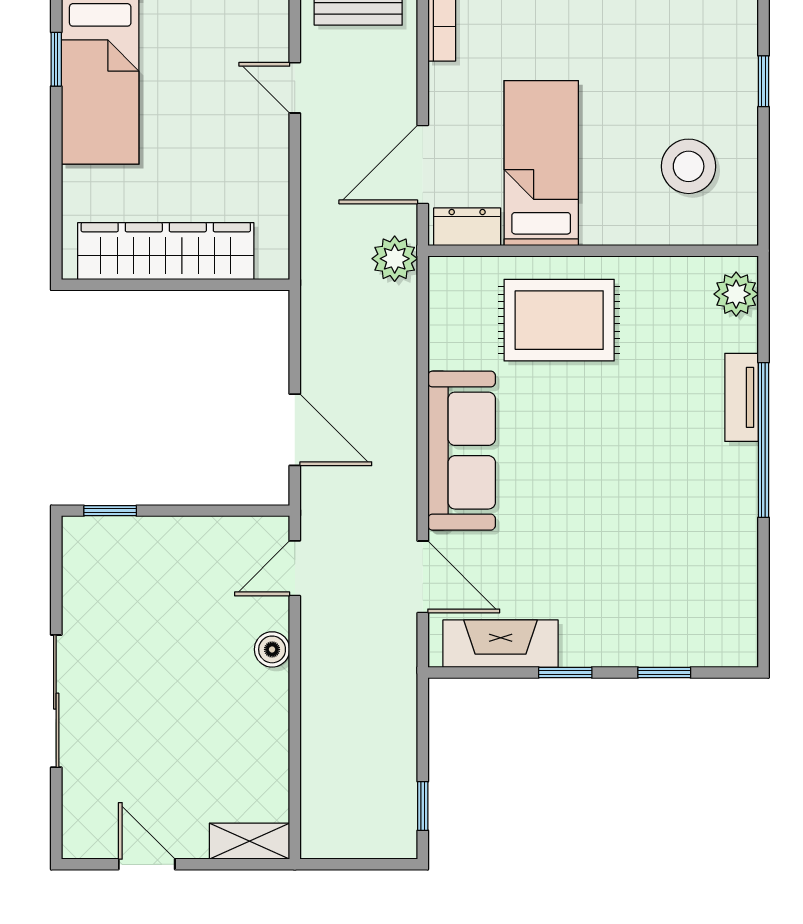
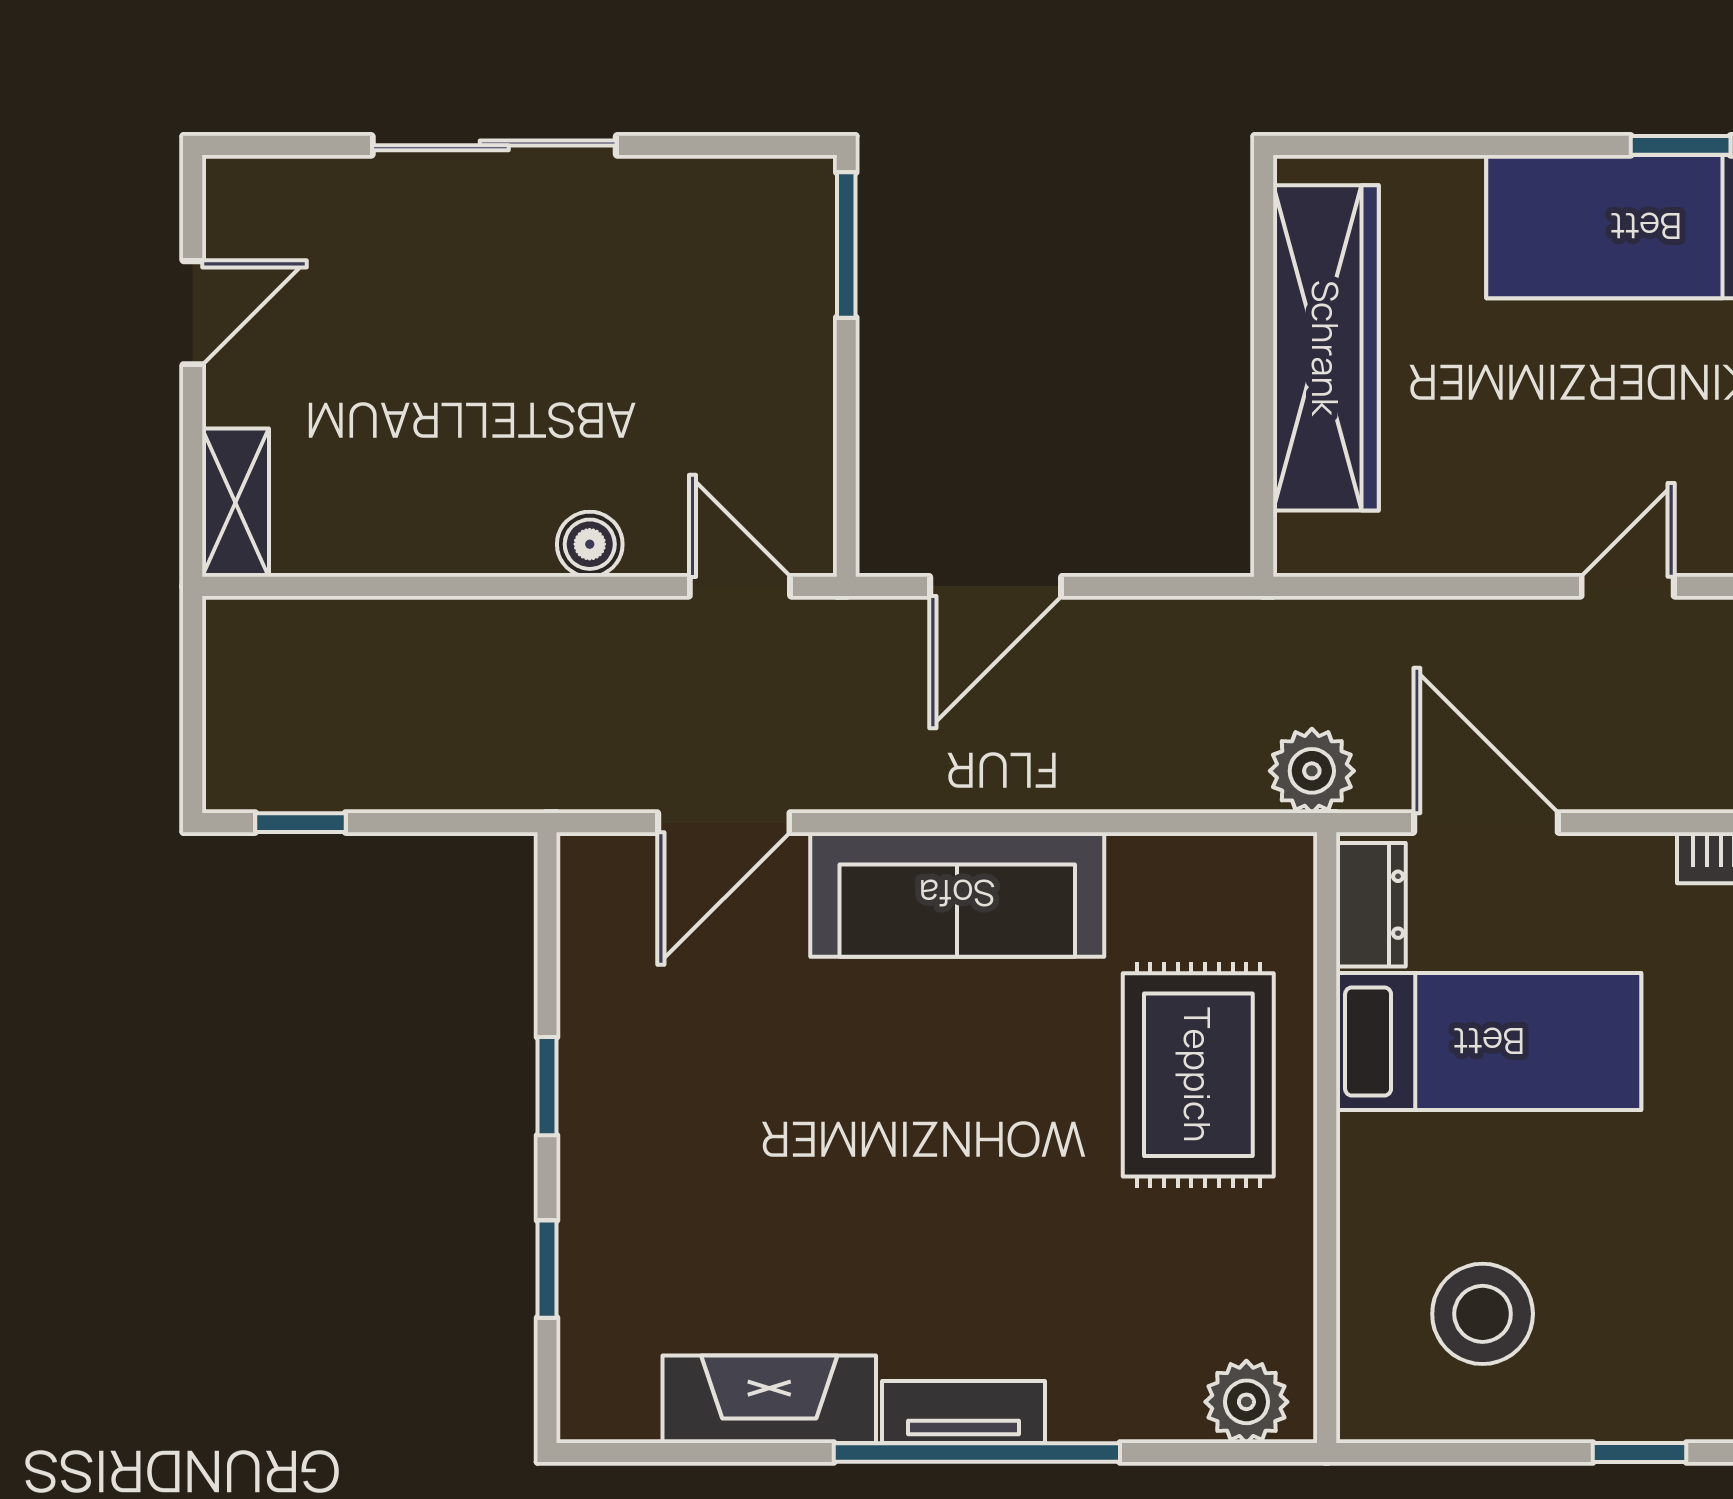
tv unit: (742, 397) -> (964, 1412), moved
window: (110, 511) -> (846, 245), width x1.50
fireplace: (501, 644) -> (769, 1399), moved, turned -90

